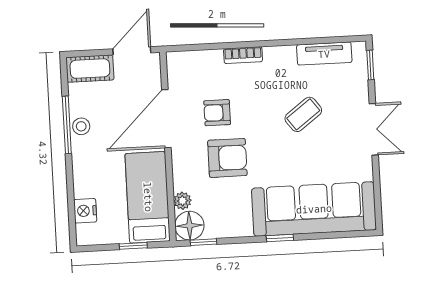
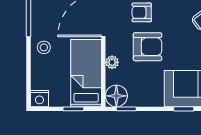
stool: (81, 126) -> (44, 47), moved
plant: (182, 201) -> (112, 62), moved
nightstand: (85, 211) -> (39, 99), moved, turned -90

